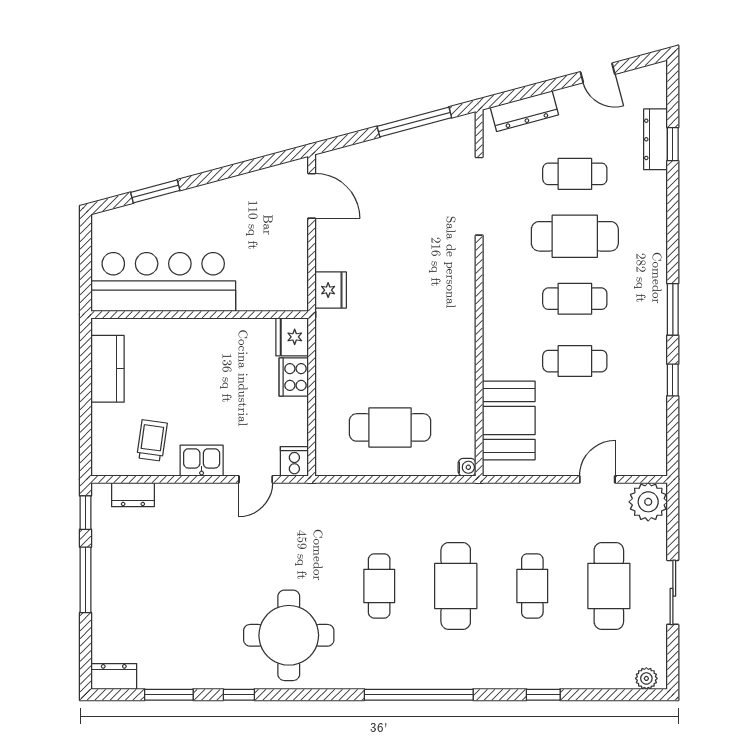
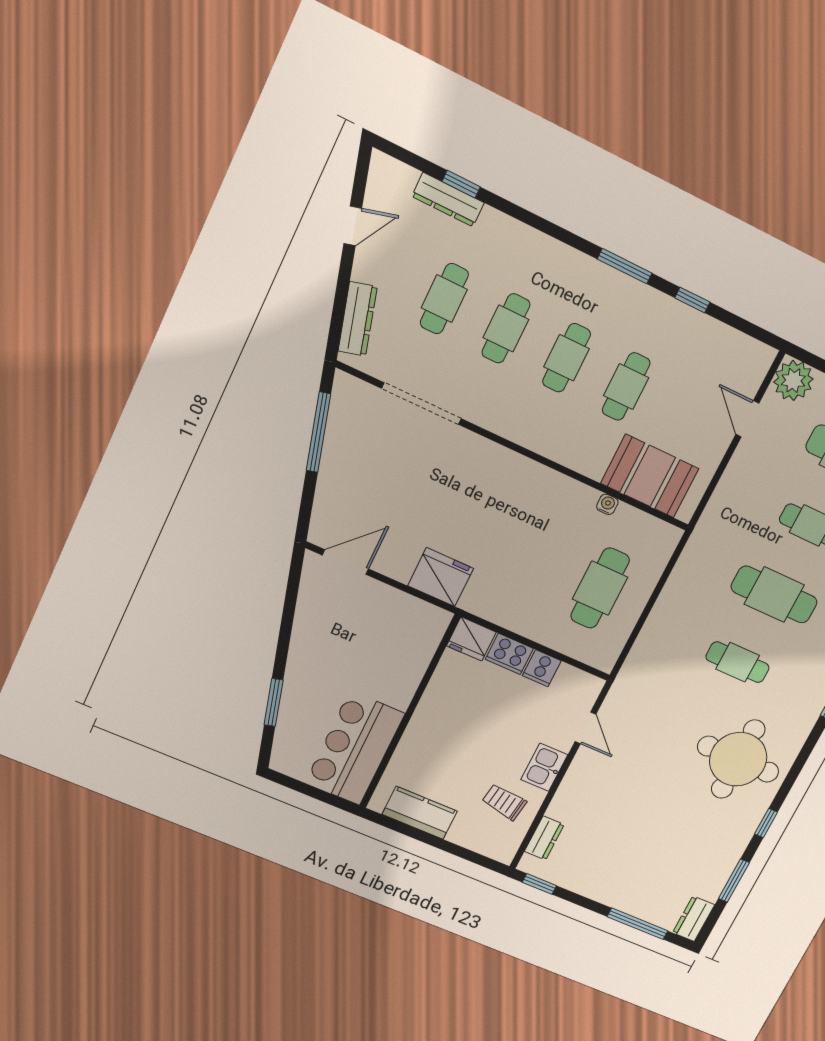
cafe table: (575, 236) -> (506, 328), width x0.73, depth x0.74
bar counter: (163, 282) -> (355, 748), width x0.73
fridge: (331, 290) -> (441, 577), width x1.36, depth x1.34
cooker: (294, 461) -> (542, 668), moved, turned -90
water cooler: (467, 467) -> (607, 504), moved
window: (85, 580) -> (637, 924), moved

